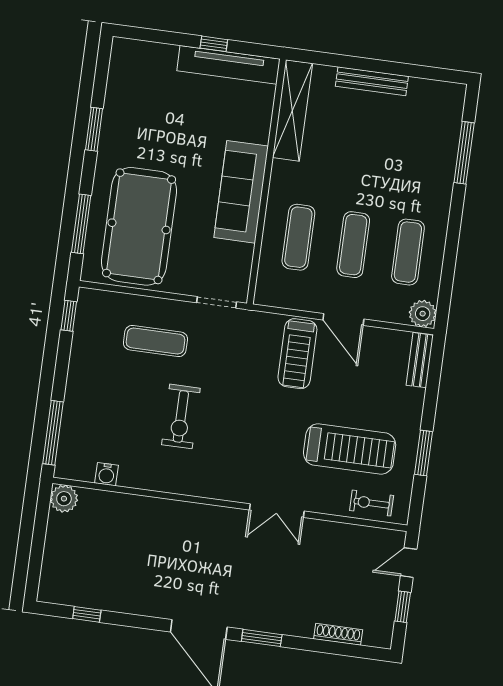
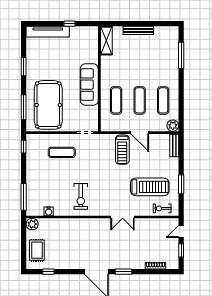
tv unit: (228, 65) -> (48, 32), moved
shelving: (292, 110) -> (106, 41), width x0.68
exercise bike: (181, 416) -> (81, 196), moved
rug: (67, 561) -> (37, 250), added

